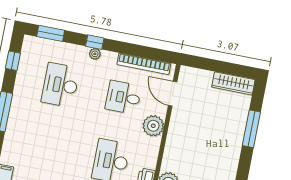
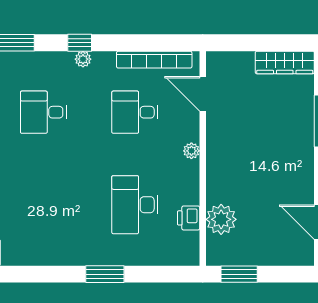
desk: (60, 85) -> (43, 112), width x0.73
plant: (153, 126) -> (191, 151), width x0.53, depth x0.53

